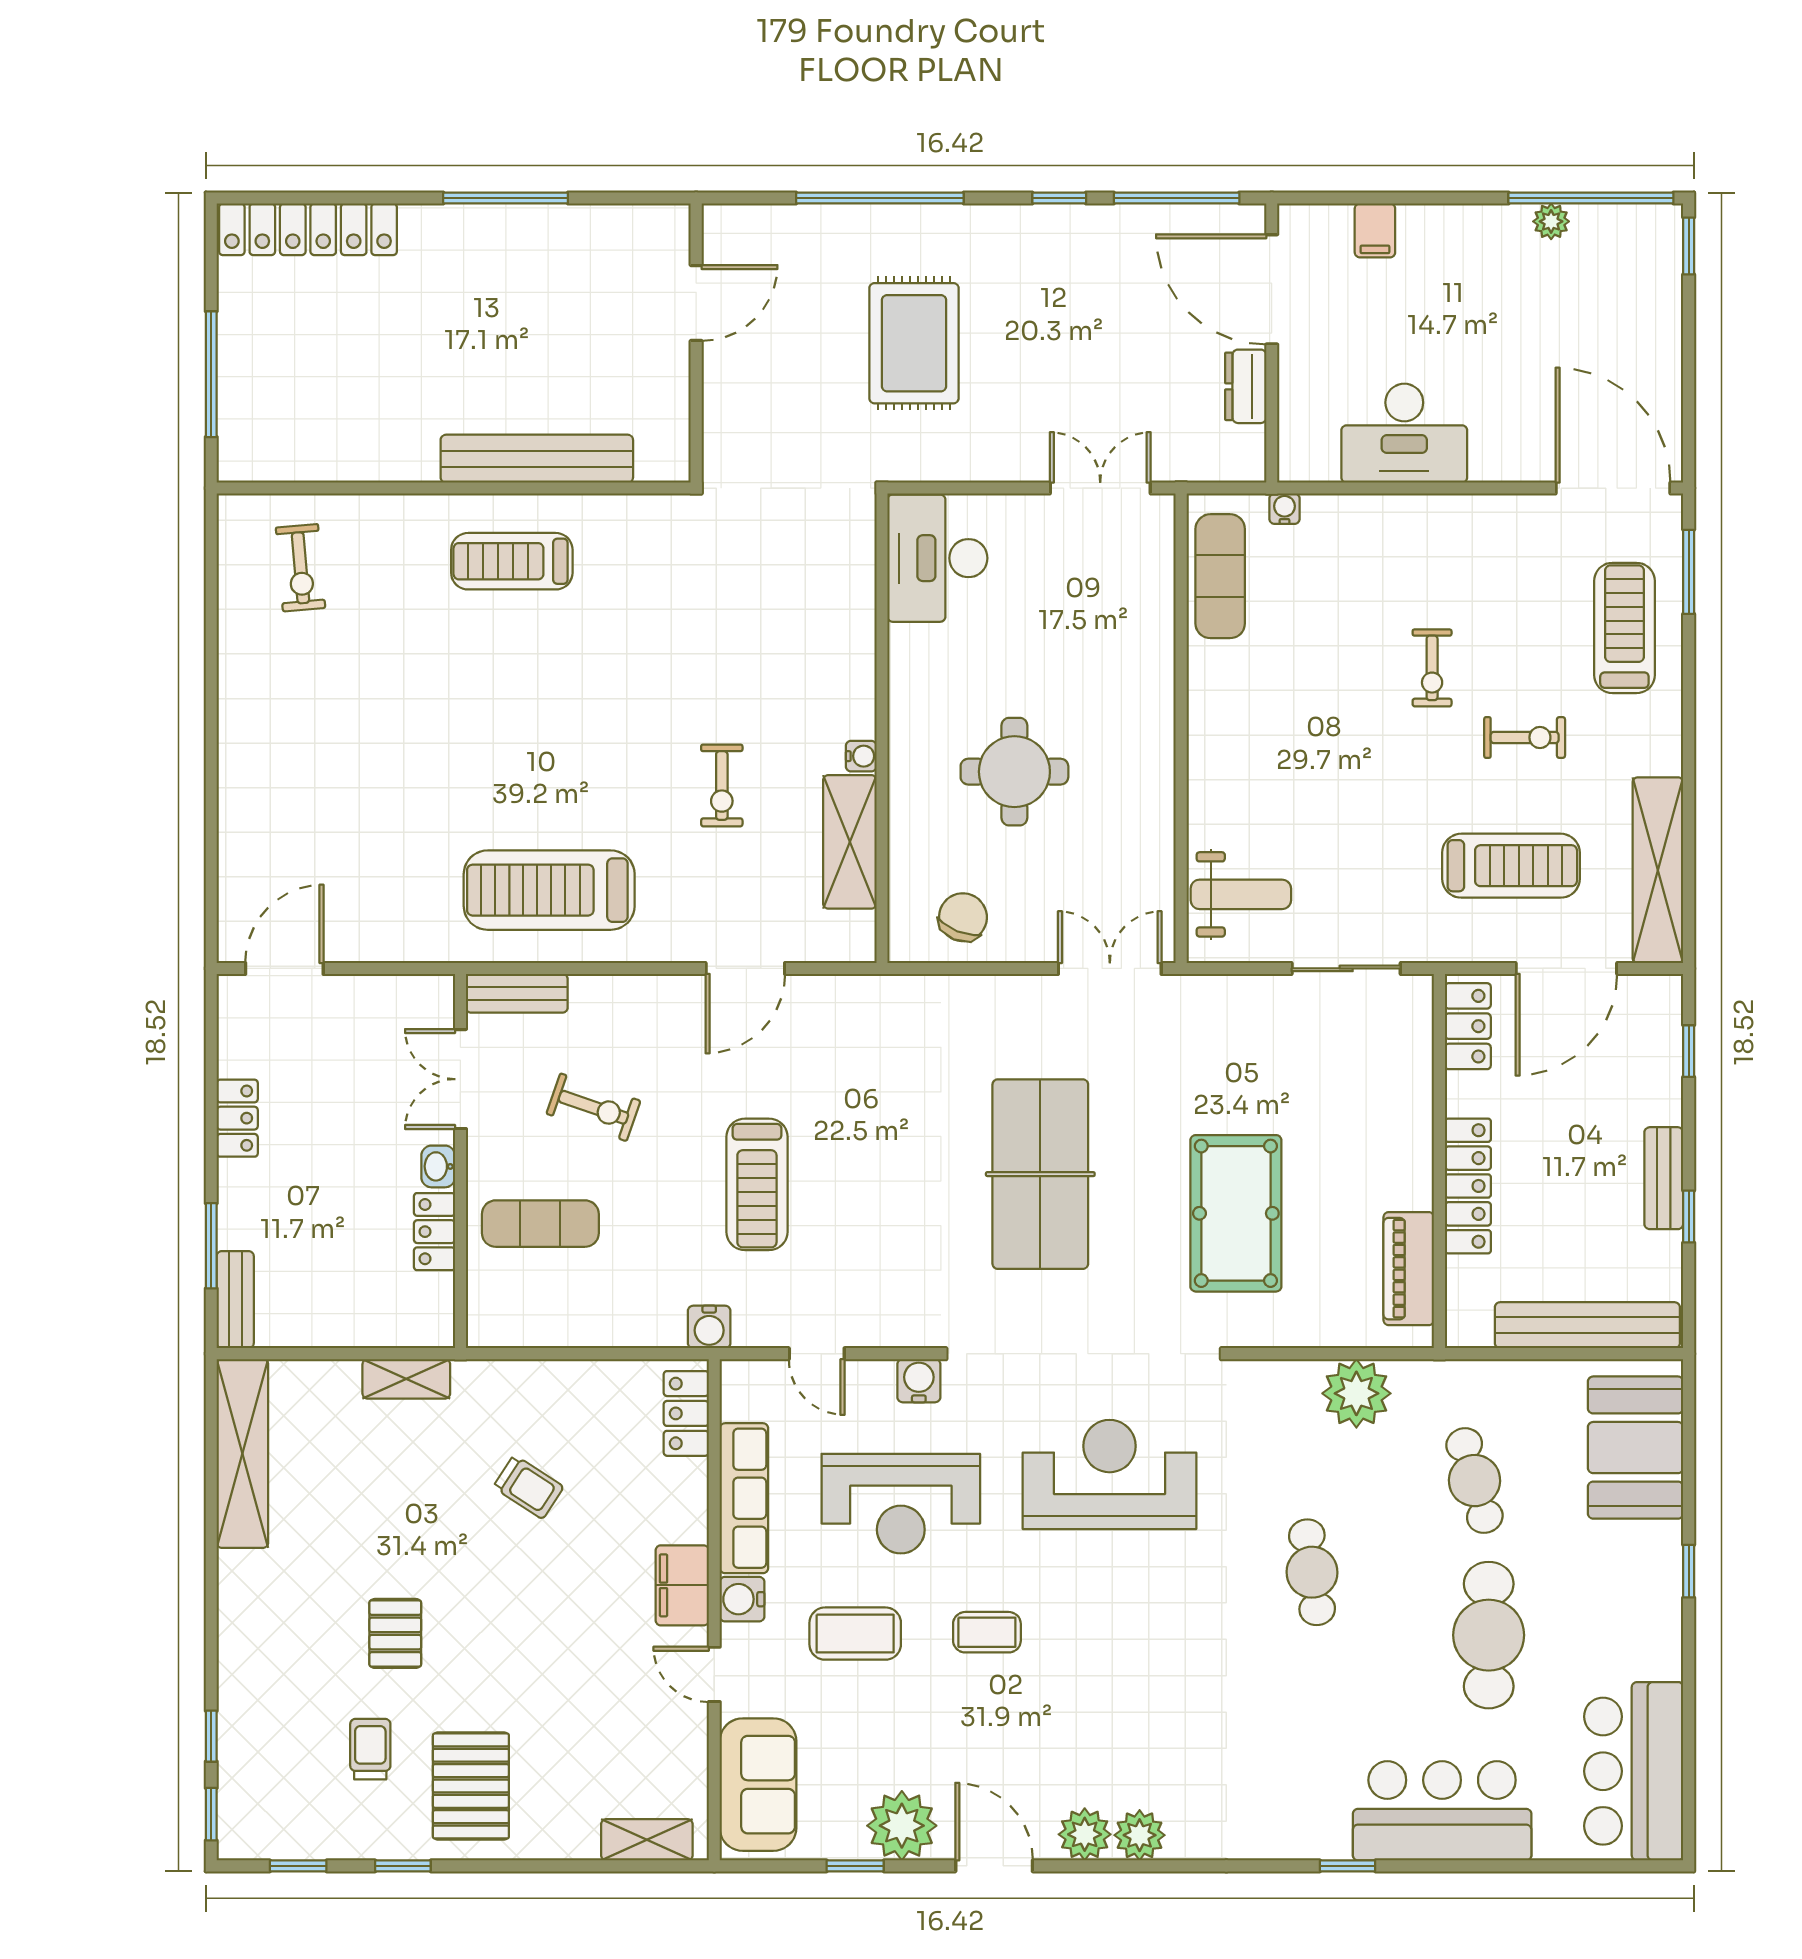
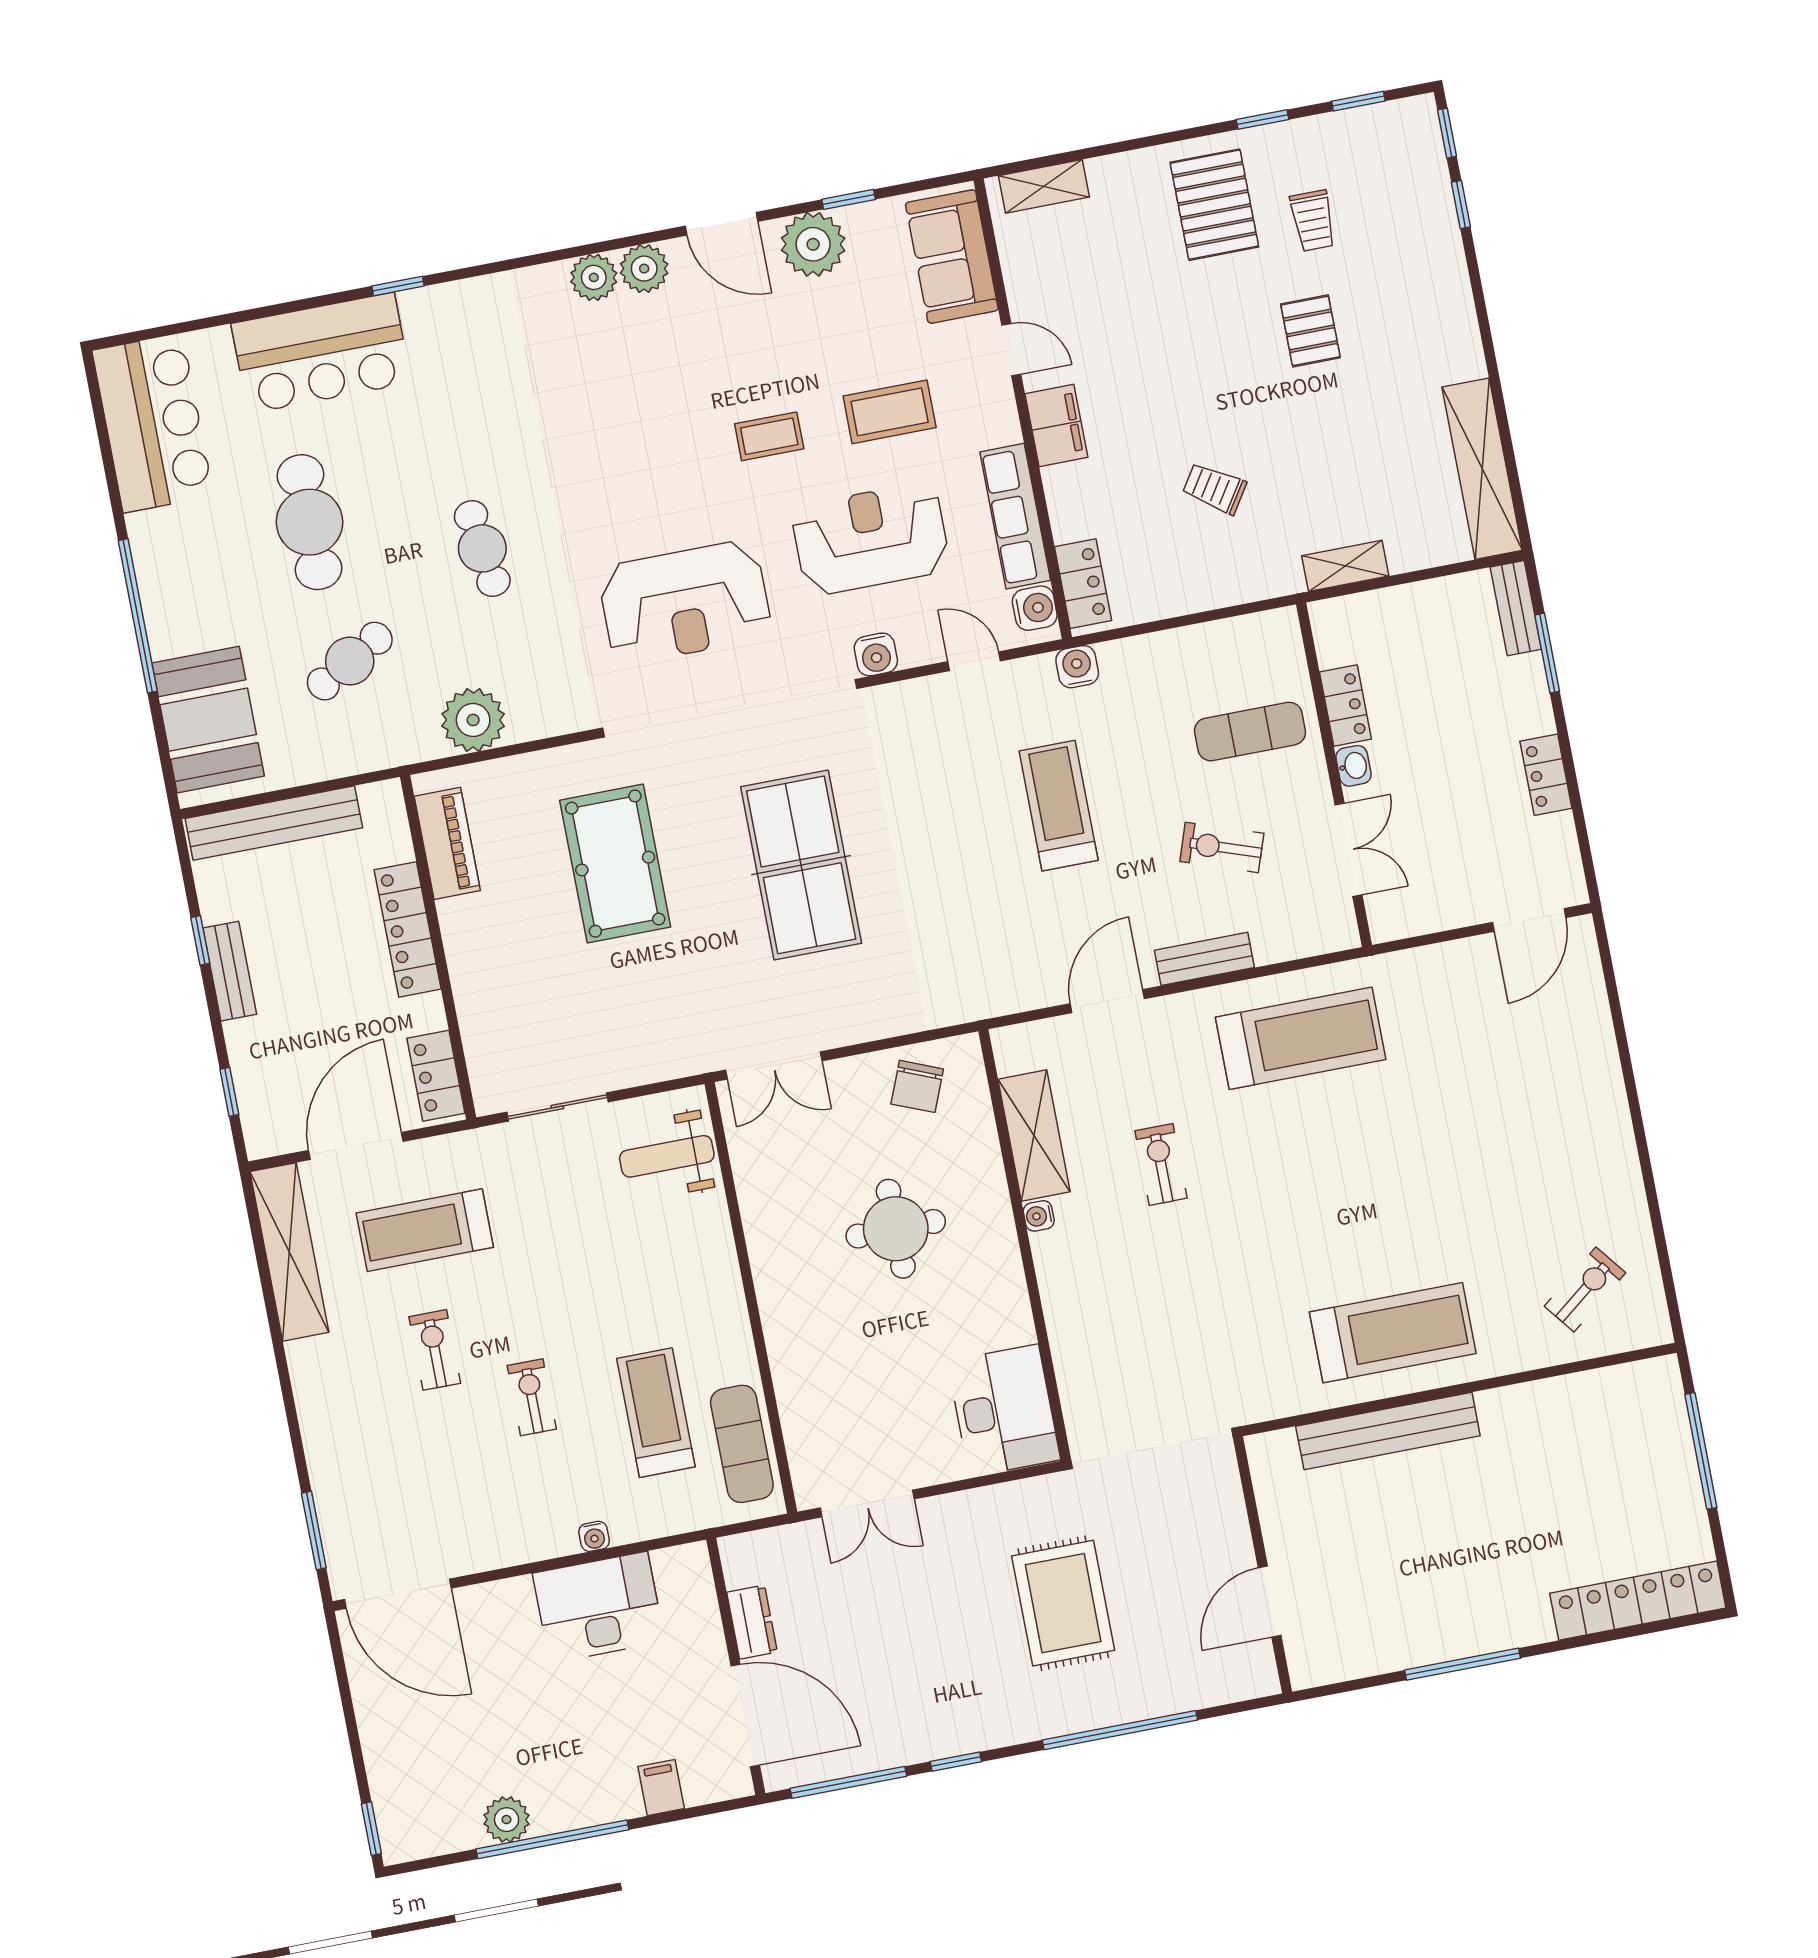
window: (1591, 198) -> (552, 1839), moved
plant: (1551, 221) -> (507, 1820), width x1.38, depth x1.38
water cooler: (1285, 509) -> (594, 1536), moved
treadmill: (512, 561) -> (1393, 1333), width x1.37, depth x1.38
exercise bike: (301, 568) -> (1585, 1289), turned 57
treadmill: (1624, 628) -> (656, 1413), moved, turned 180
exercise bike: (1525, 737) -> (435, 1350), turned 90
bench: (517, 993) -> (1204, 959), moved
cafe table: (1474, 1481) -> (350, 661), turned 76
window: (1689, 1571) -> (138, 616), width x3.17
water cooler: (742, 1599) -> (1035, 608), moved

